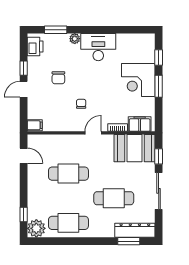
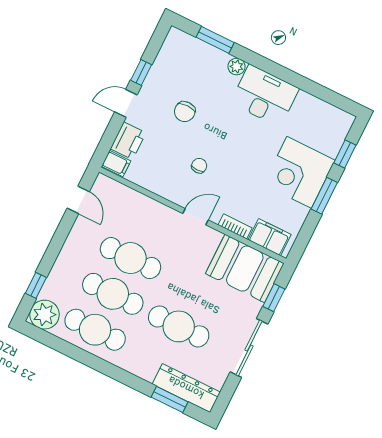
printer: (35, 47) -> (128, 141), moved
cafe table: (68, 198) -> (113, 294), added

